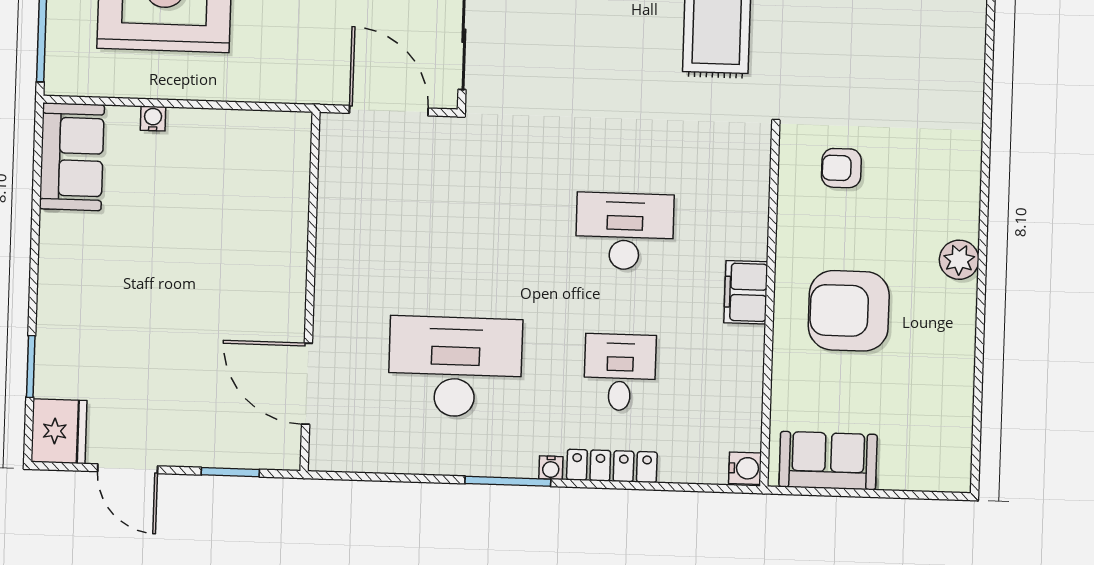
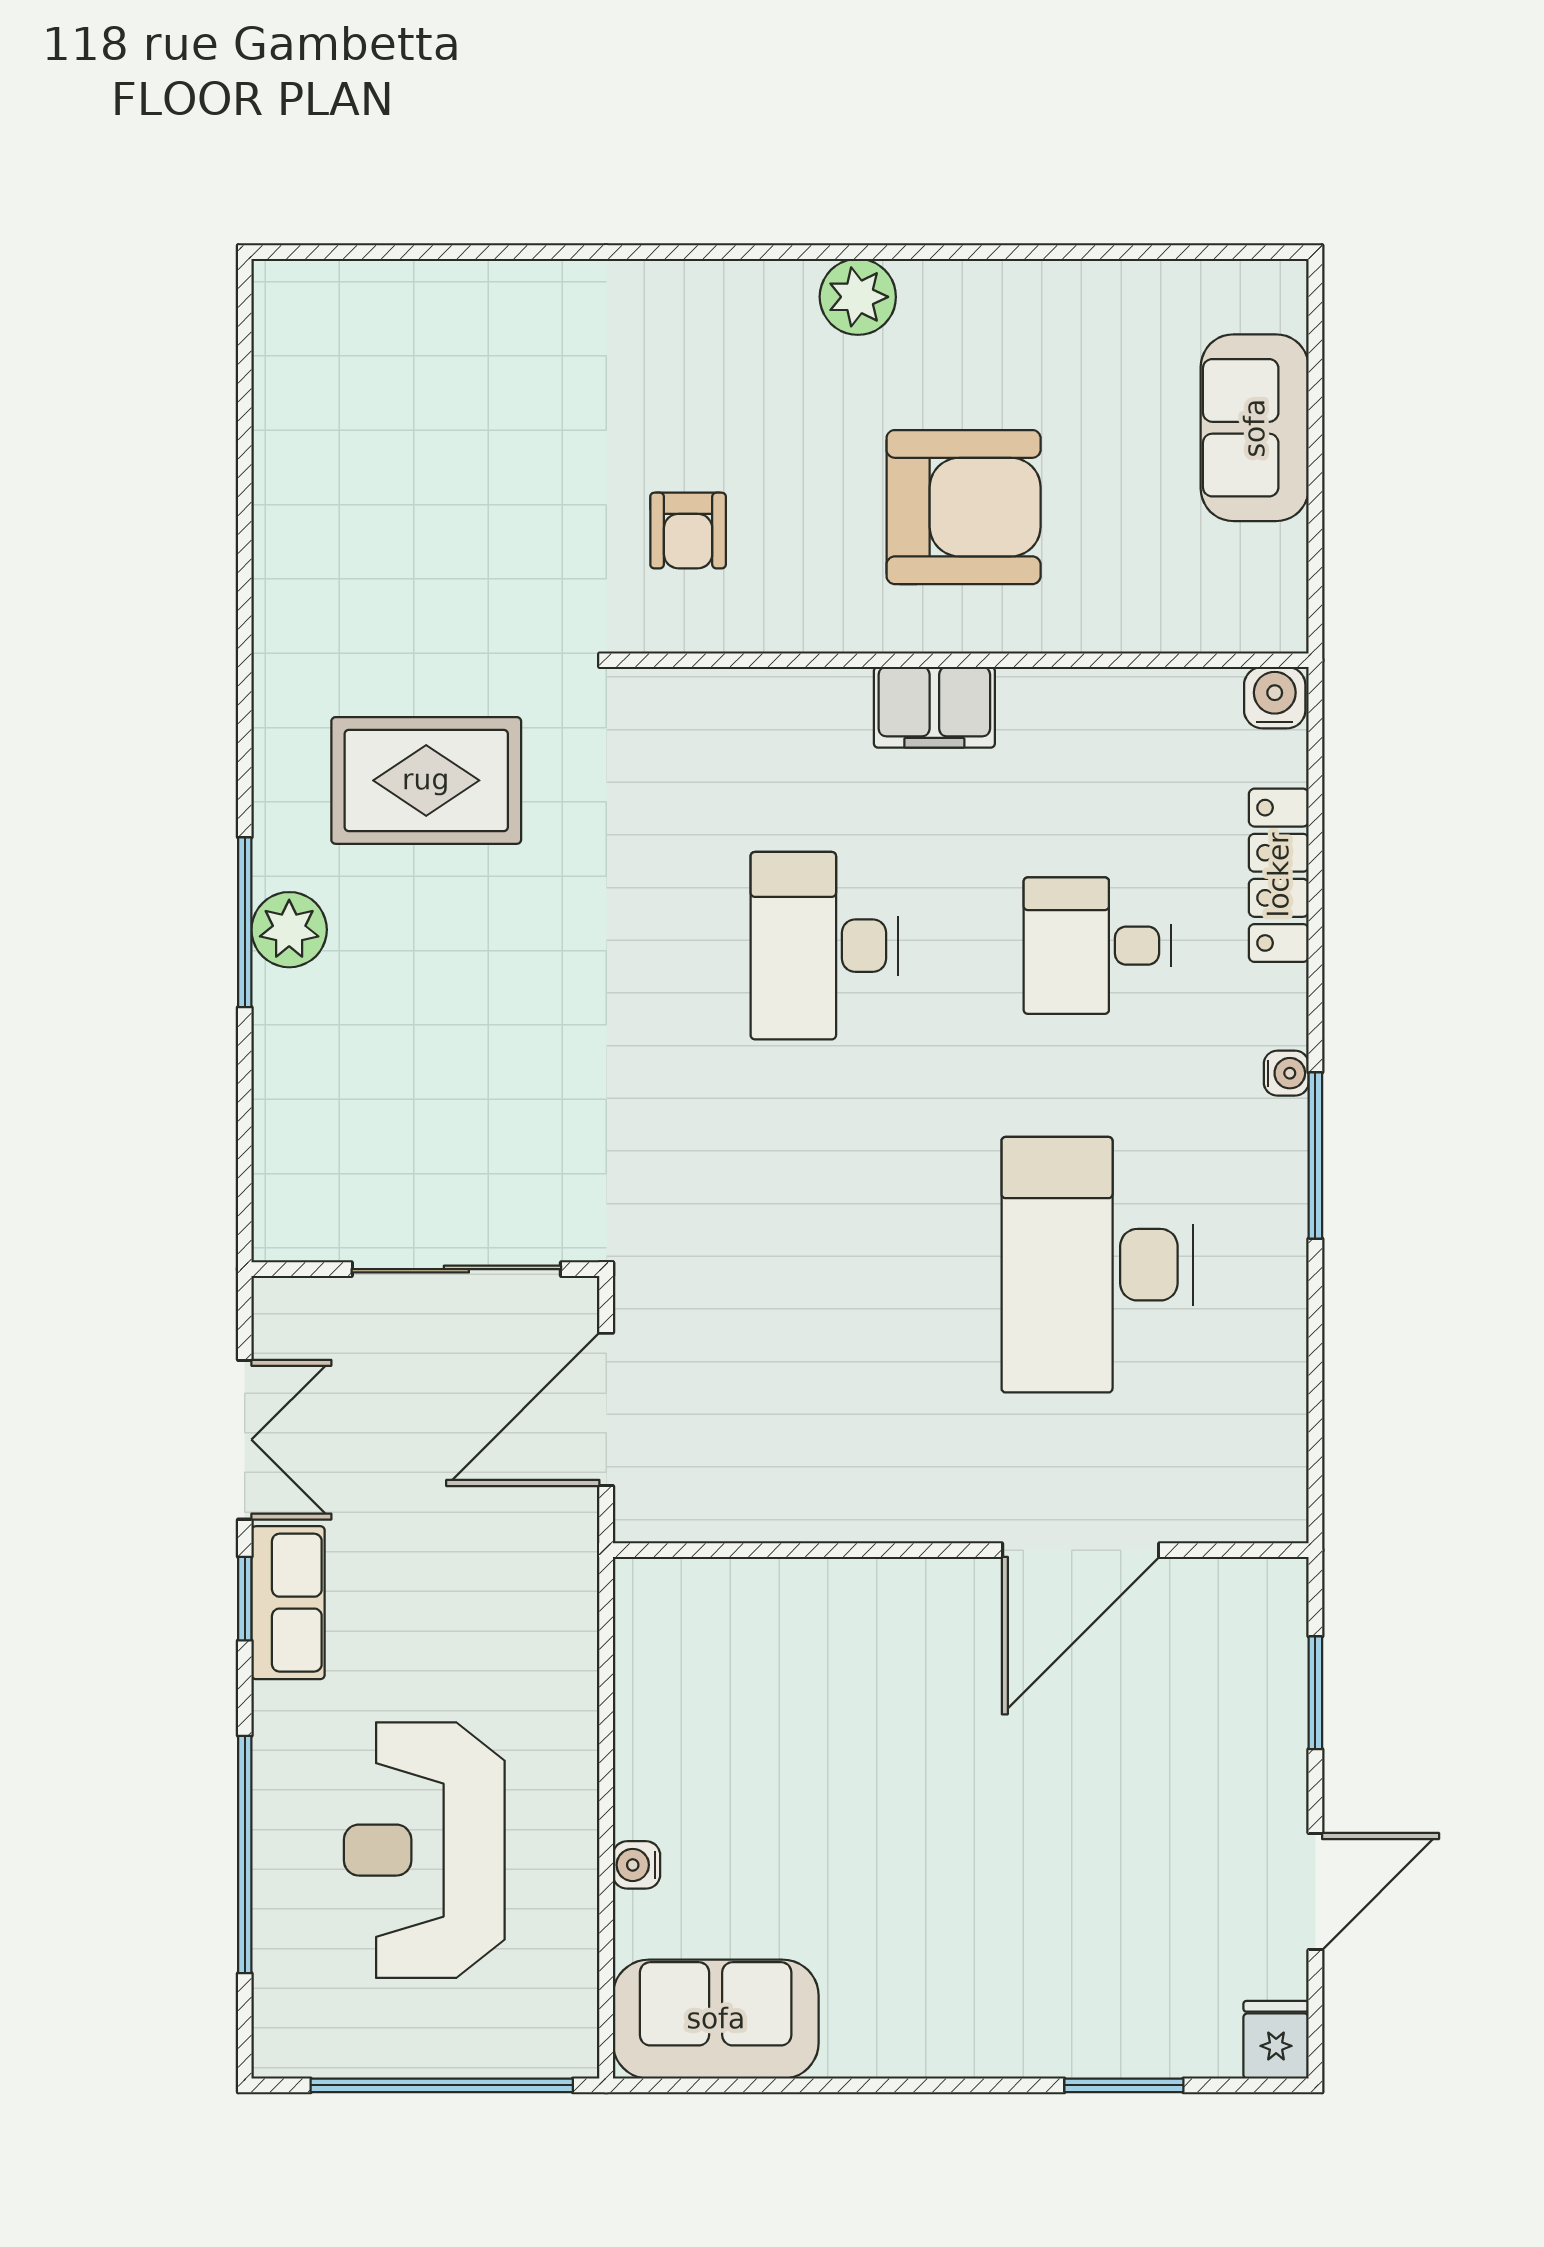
armchair: (849, 311) -> (964, 507), turned -90
door: (307, 384) -> (1081, 1550), moved
fridge: (59, 431) -> (1276, 2040), width x0.53, depth x0.75
sofa: (828, 461) -> (1255, 428), moved
locker: (612, 466) -> (1279, 875), moved

